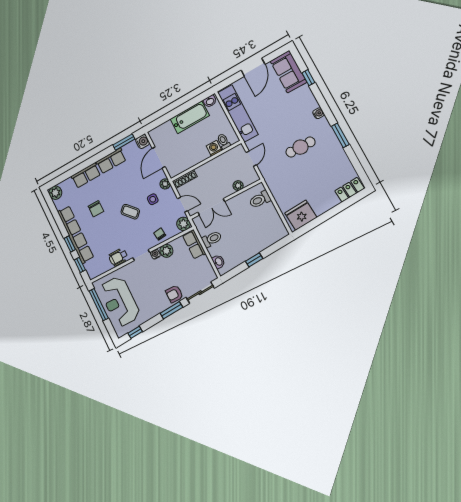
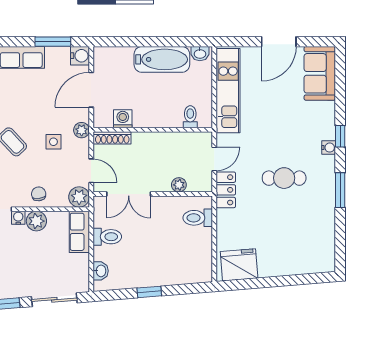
window: (308, 78) -> (340, 136), moved
washing machine: (214, 148) -> (123, 119), moved
locker: (350, 190) -> (226, 190), moved, turned 95
armchair: (174, 294) -> (17, 284), removed

